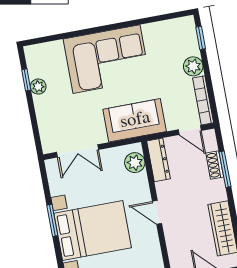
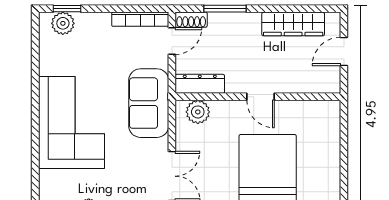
plant: (193, 66) -> (63, 23), moved
shoe rack: (215, 165) -> (191, 20), moved
door: (157, 212) -> (260, 97), hinge flipped

